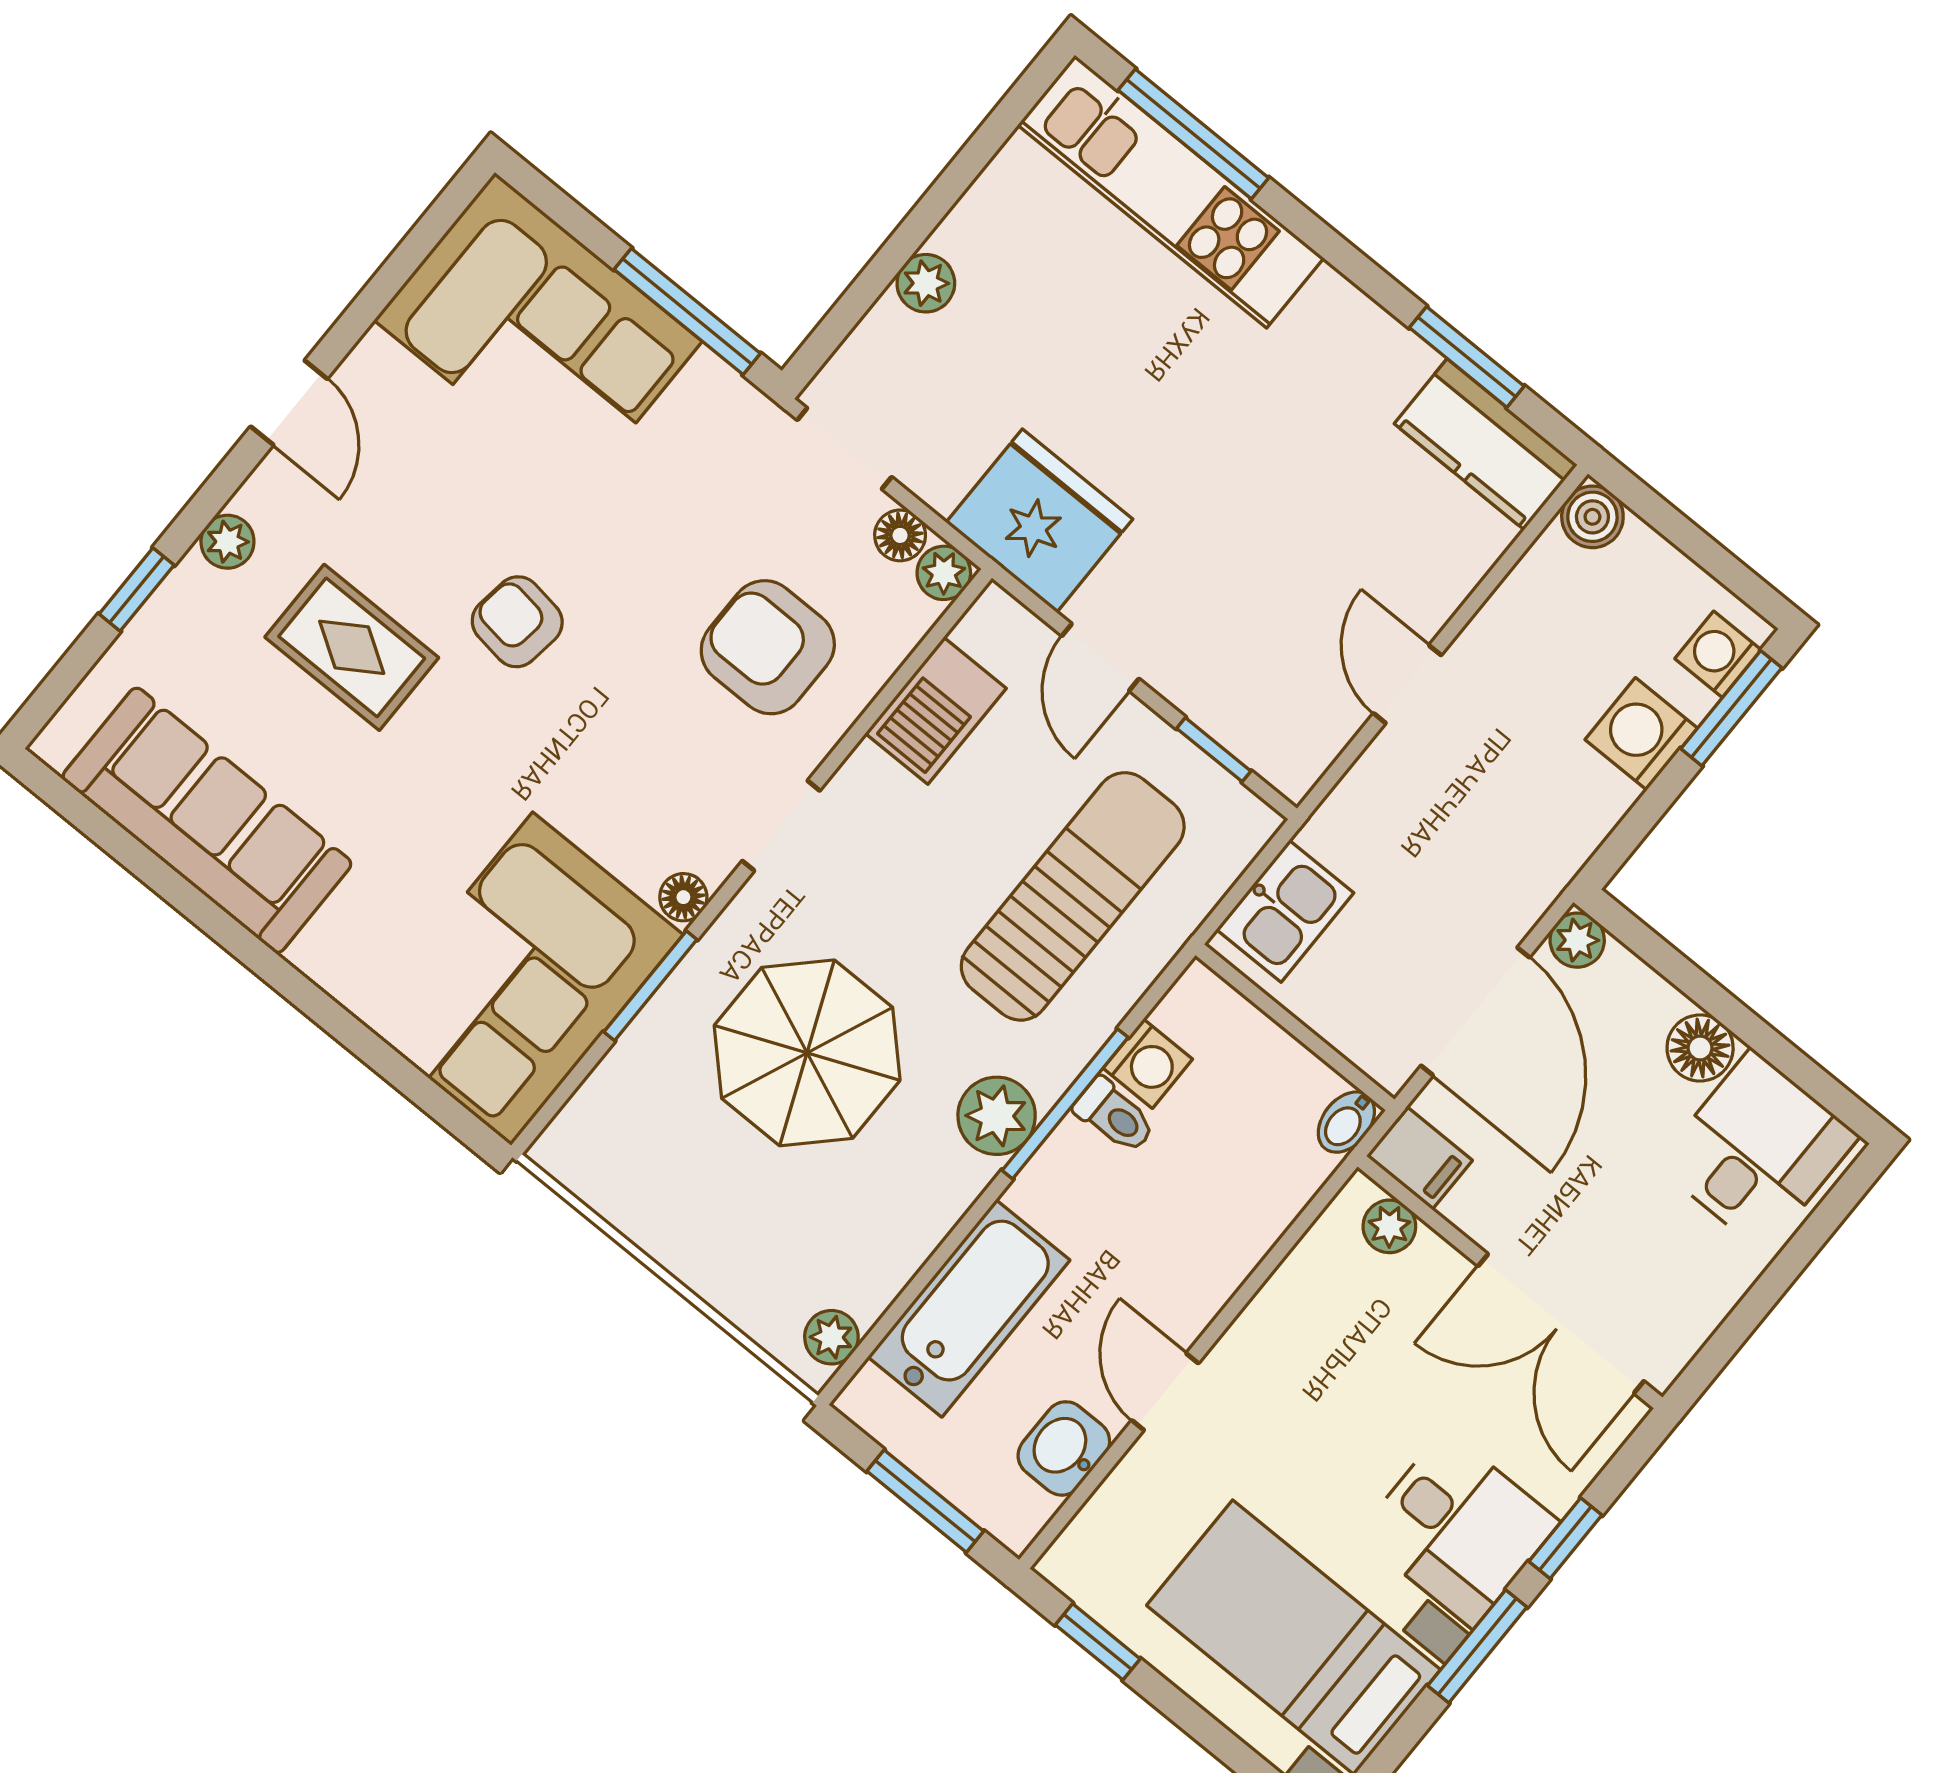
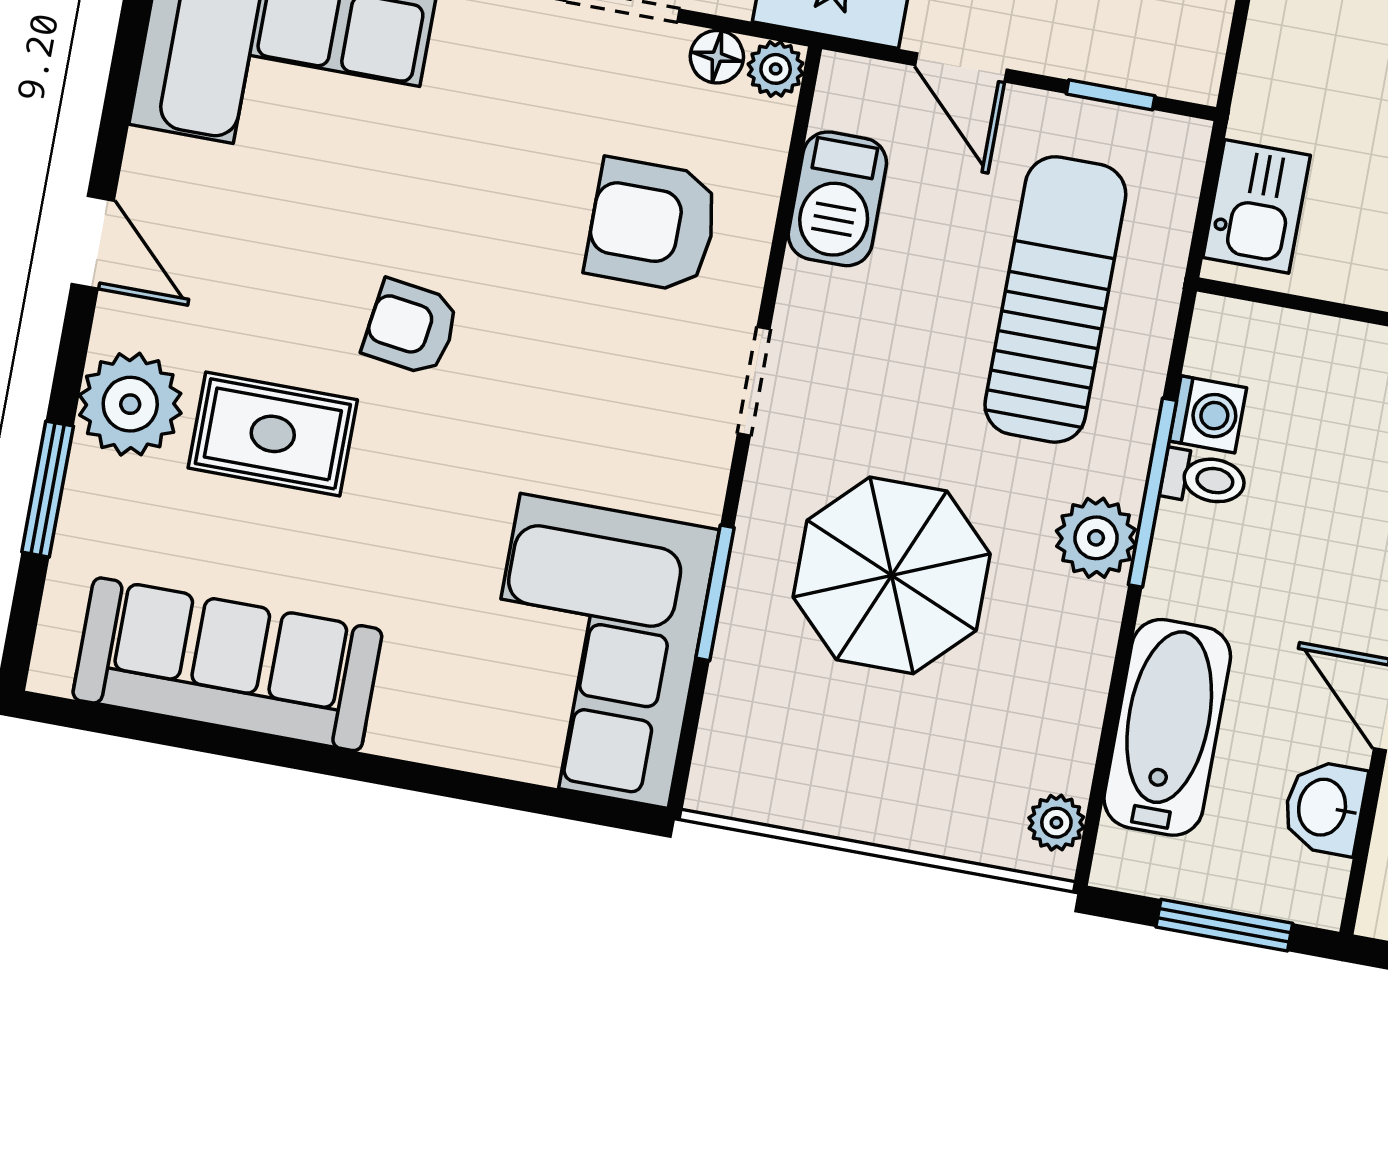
plant: (227, 542) -> (130, 404), width x1.88, depth x1.88
window: (137, 590) -> (48, 489), width x1.50
floor lamp: (683, 897) -> (701, 495), removed

